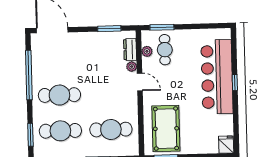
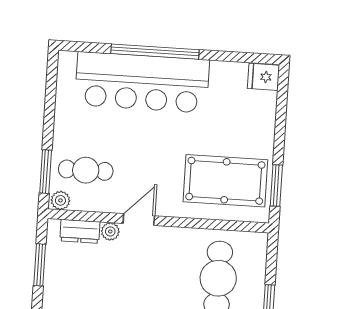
plant: (147, 51) -> (60, 200), moved
window: (235, 82) -> (155, 52), width x3.17

